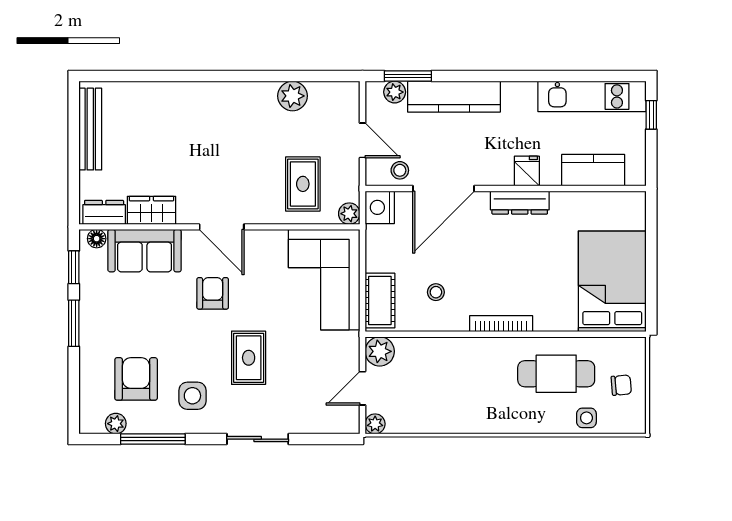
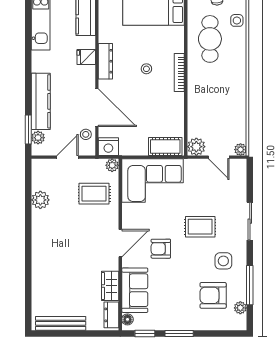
stool: (436, 292) -> (146, 69), moved

